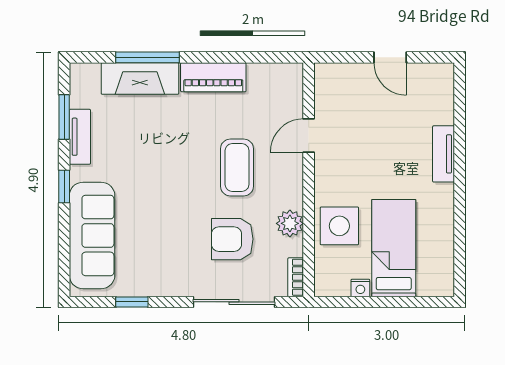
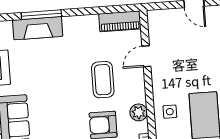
piano: (213, 77) -> (120, 21), moved
side table: (339, 226) -> (170, 112), width x0.54, depth x0.54

